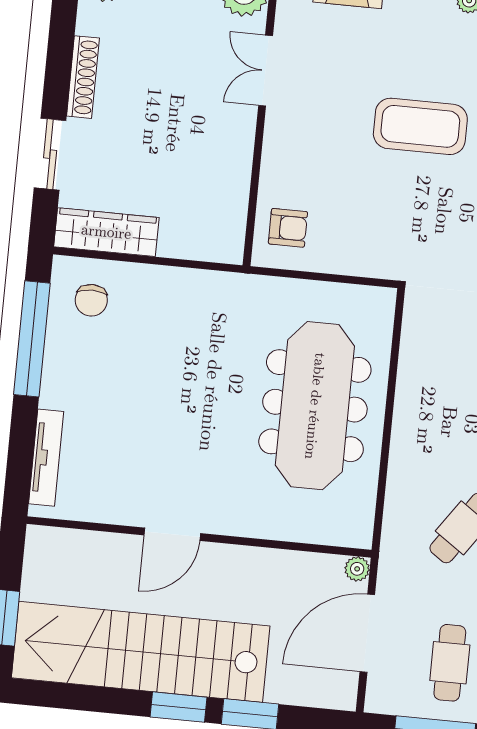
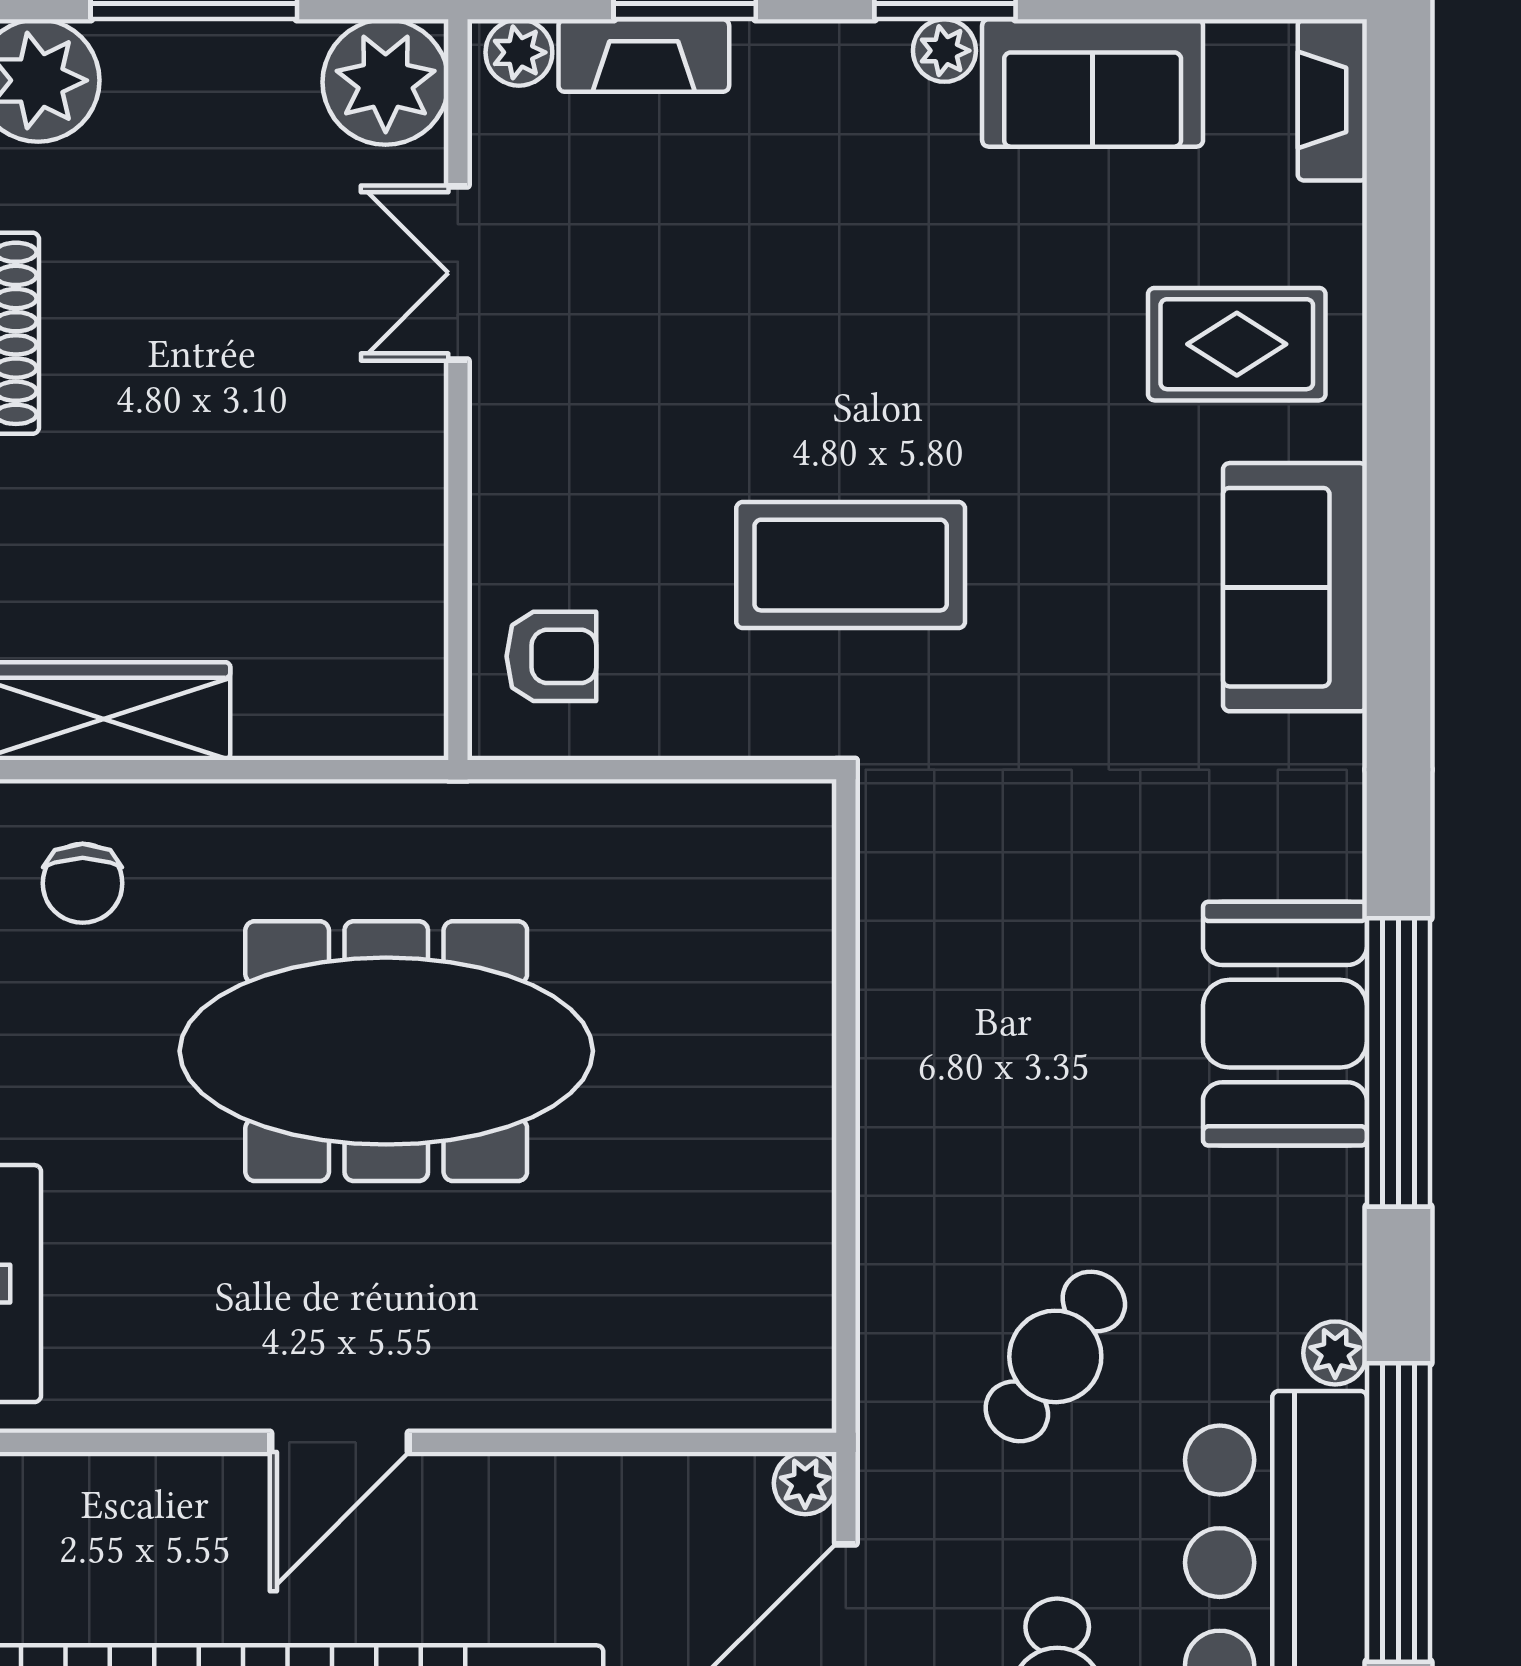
coffee table: (420, 126) -> (851, 565), moved
meeting table: (315, 406) -> (386, 1051), moved, turned 90

